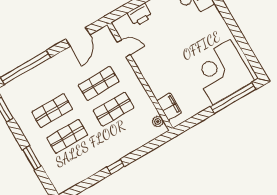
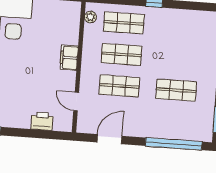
filing cabinet: (169, 107) -> (69, 58), moved
shop shelf: (67, 136) -> (124, 23), moved

